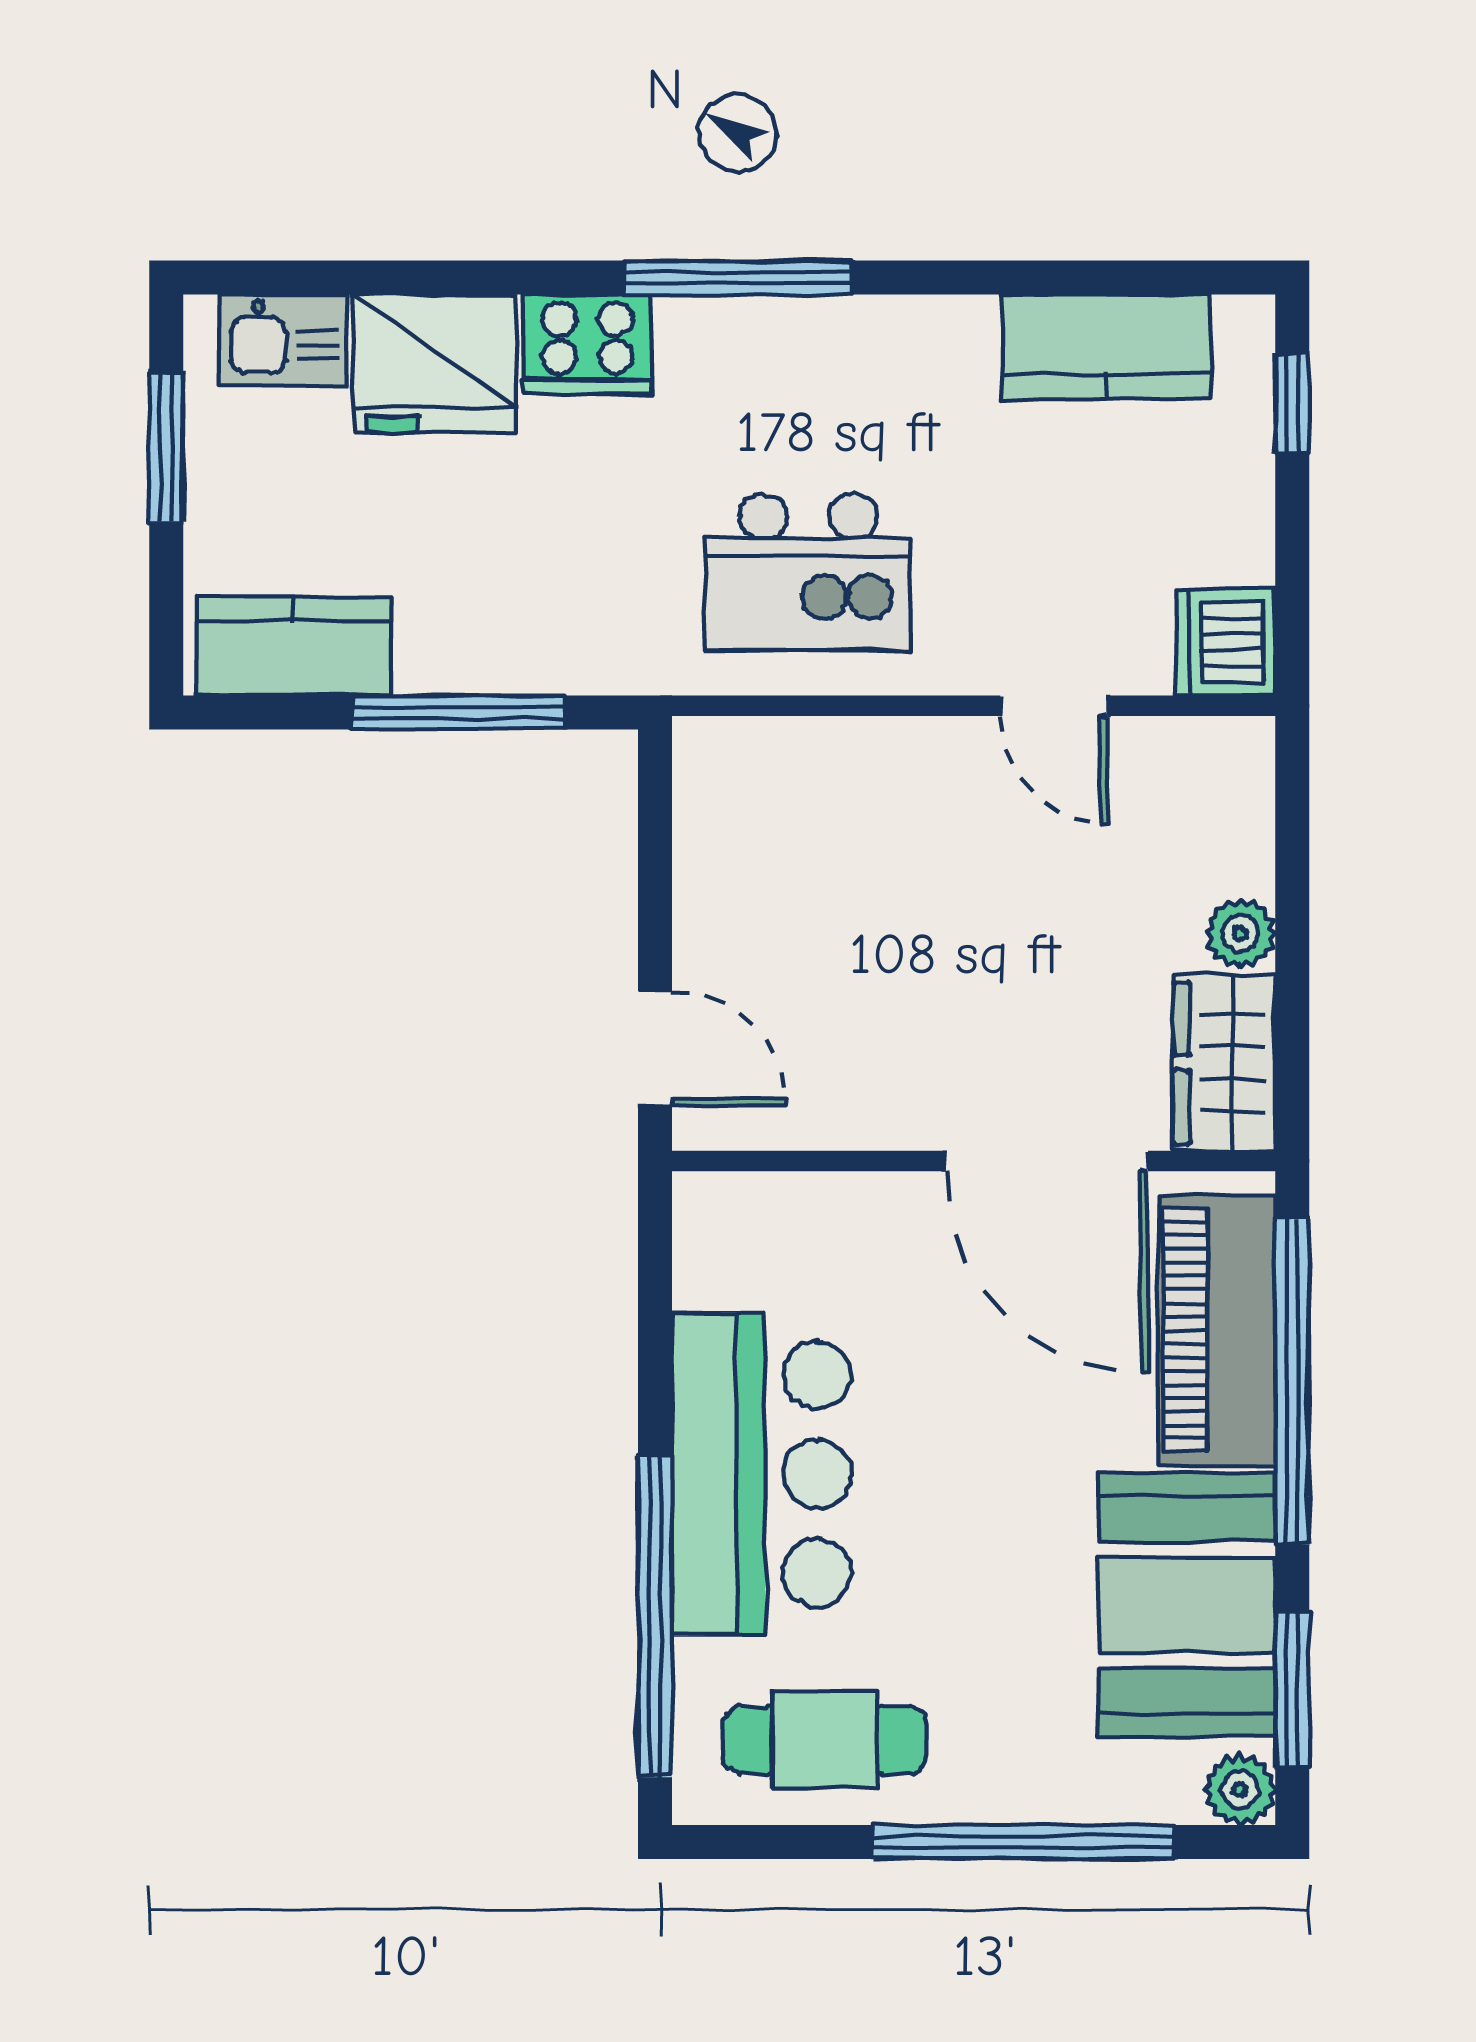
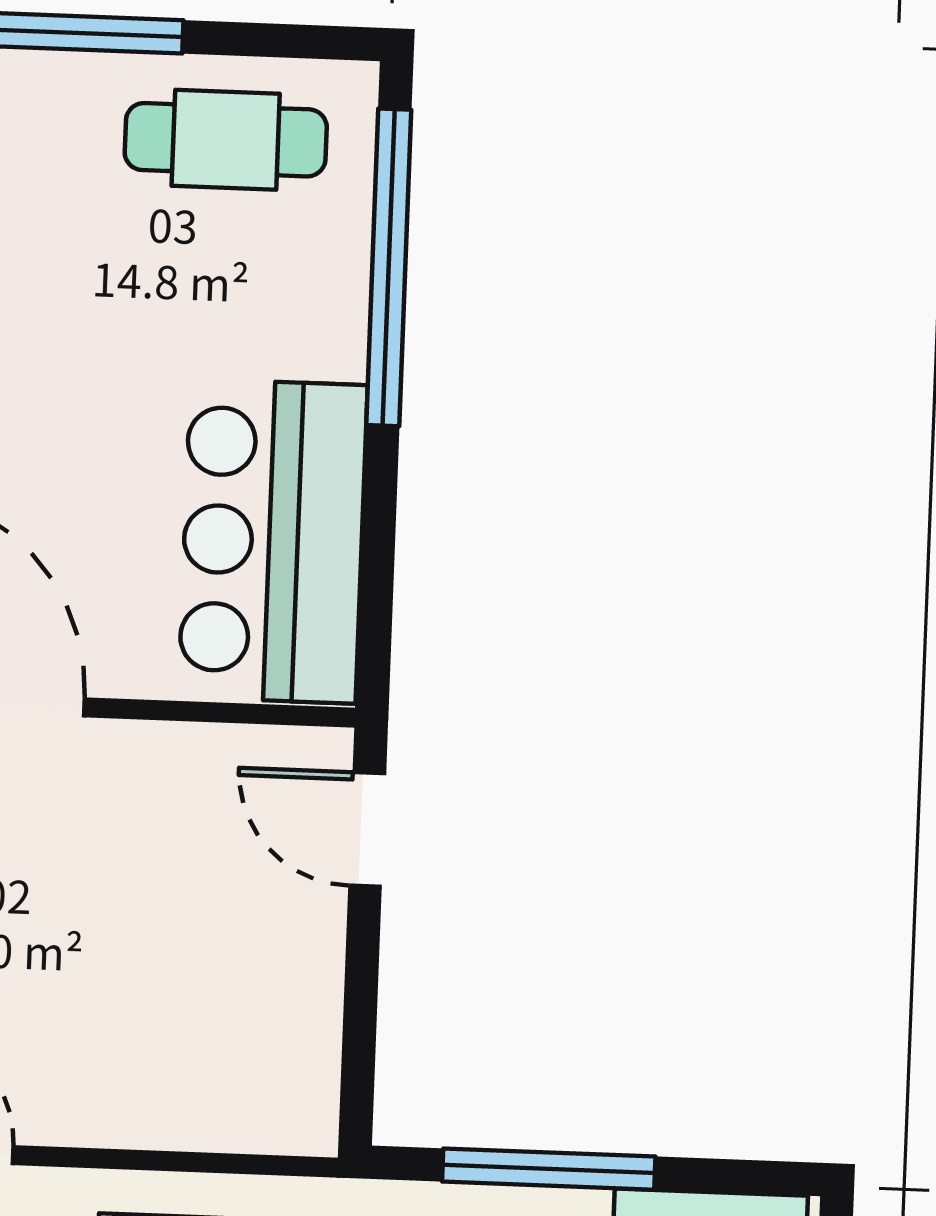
bar counter: (762, 1474) -> (273, 541), moved

